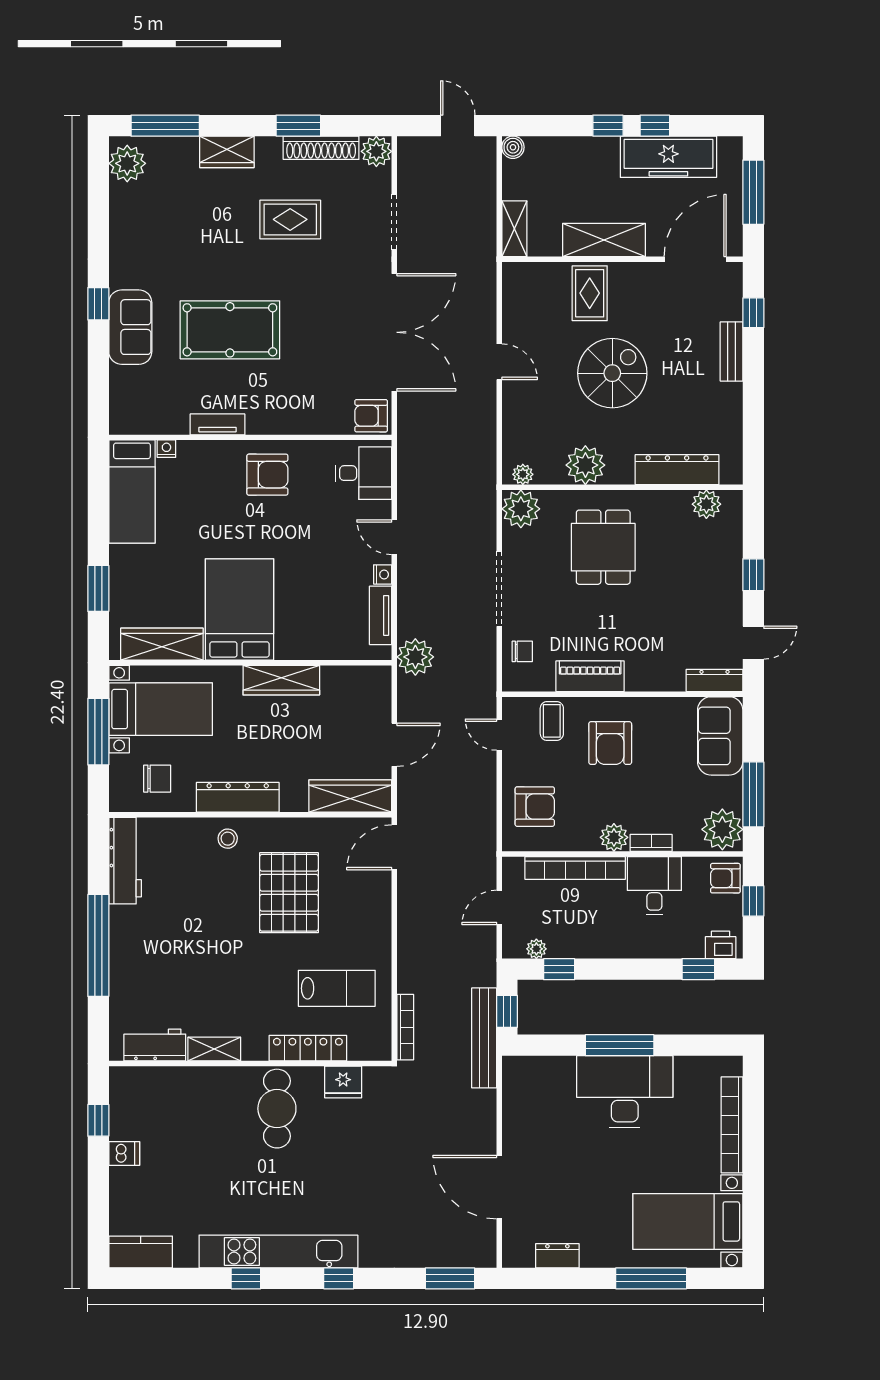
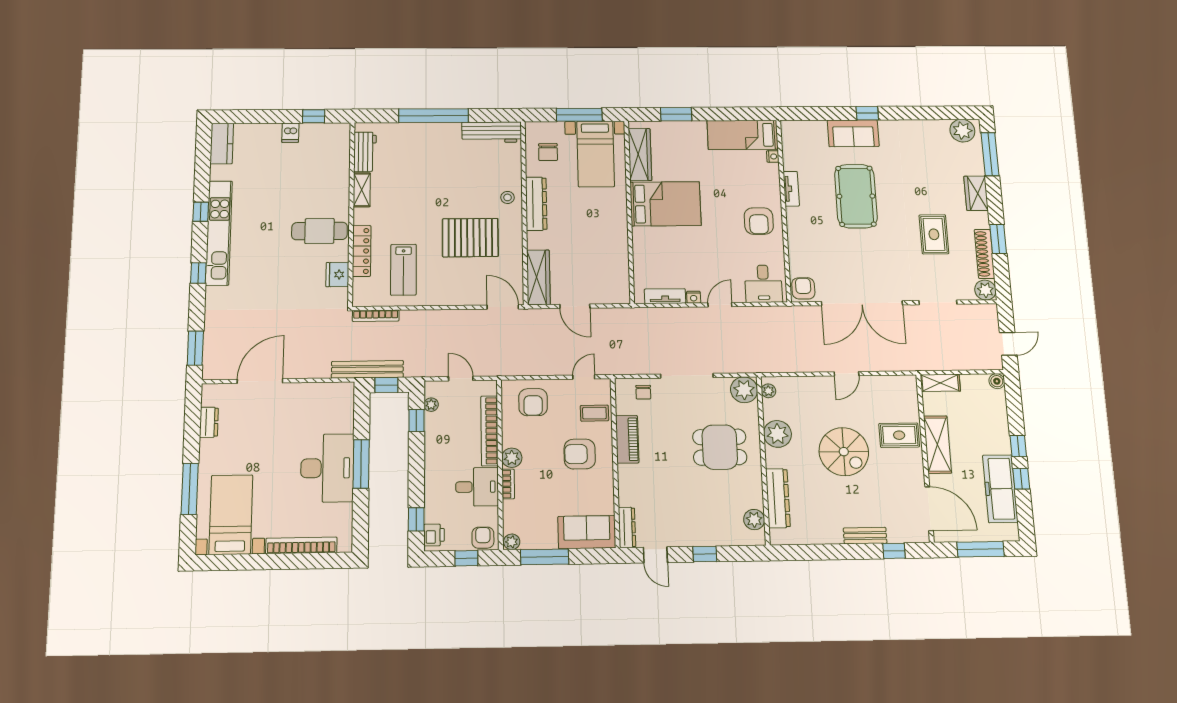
plant: (415, 657) -> (637, 320), removed
wardrobe: (281, 680) -> (618, 231), removed
plant: (722, 829) -> (512, 542), width x0.53, depth x0.53

